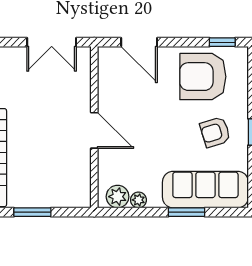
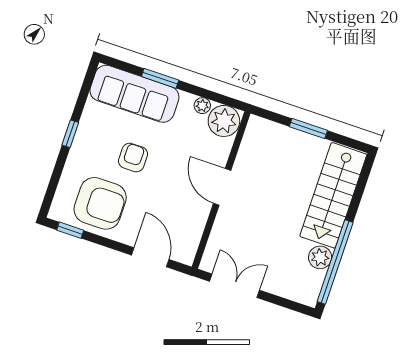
armchair: (215, 132) -> (133, 158), moved, turned -73
plant: (118, 197) -> (224, 121), width x1.36, depth x1.36

